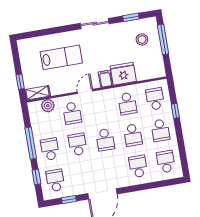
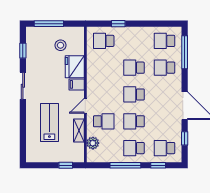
stool: (142, 39) -> (61, 45), moved
door: (85, 91) -> (85, 106), hinge flipped
shelving: (37, 93) -> (79, 130), moved
school desk: (127, 104) -> (104, 68), removed
school desk: (160, 130) -> (134, 41), removed
school desk: (133, 135) -> (134, 68), turned 180
school desk: (105, 140) -> (134, 94), turned 180
window: (158, 184) -> (185, 52), added

